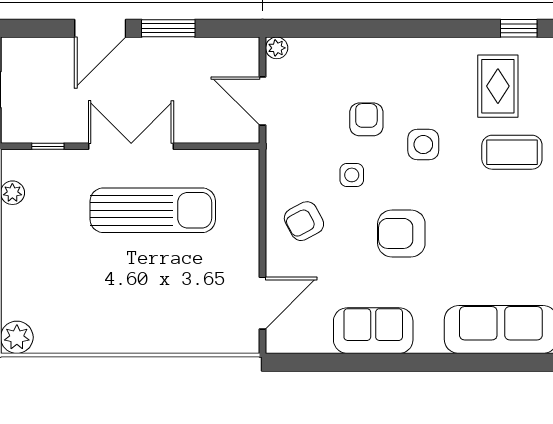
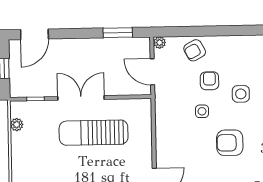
door: (100, 28) -> (34, 34), moved
window: (168, 28) -> (118, 33), moved
sun lounger: (153, 210) -> (94, 133), turned 180
armchair: (304, 221) -> (195, 50), moved

